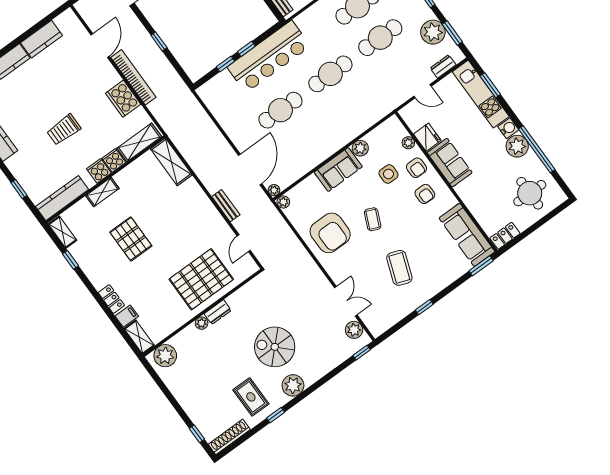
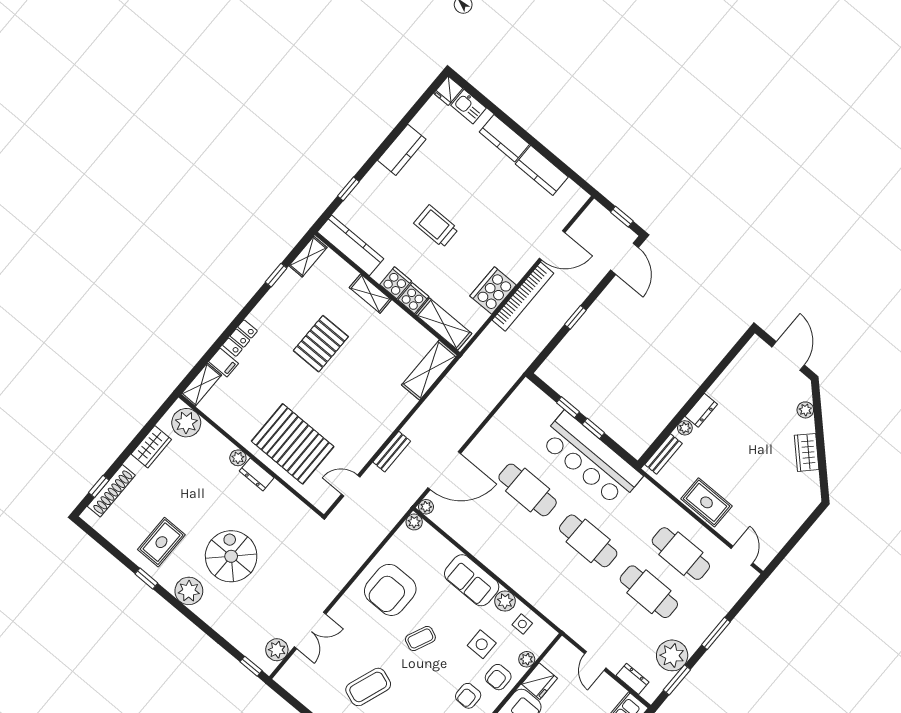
side table: (381, 139) -> (522, 624), added
wardrobe: (177, 387) -> (151, 447), added
shoe rack: (229, 437) -> (111, 491), moved, turned 90

